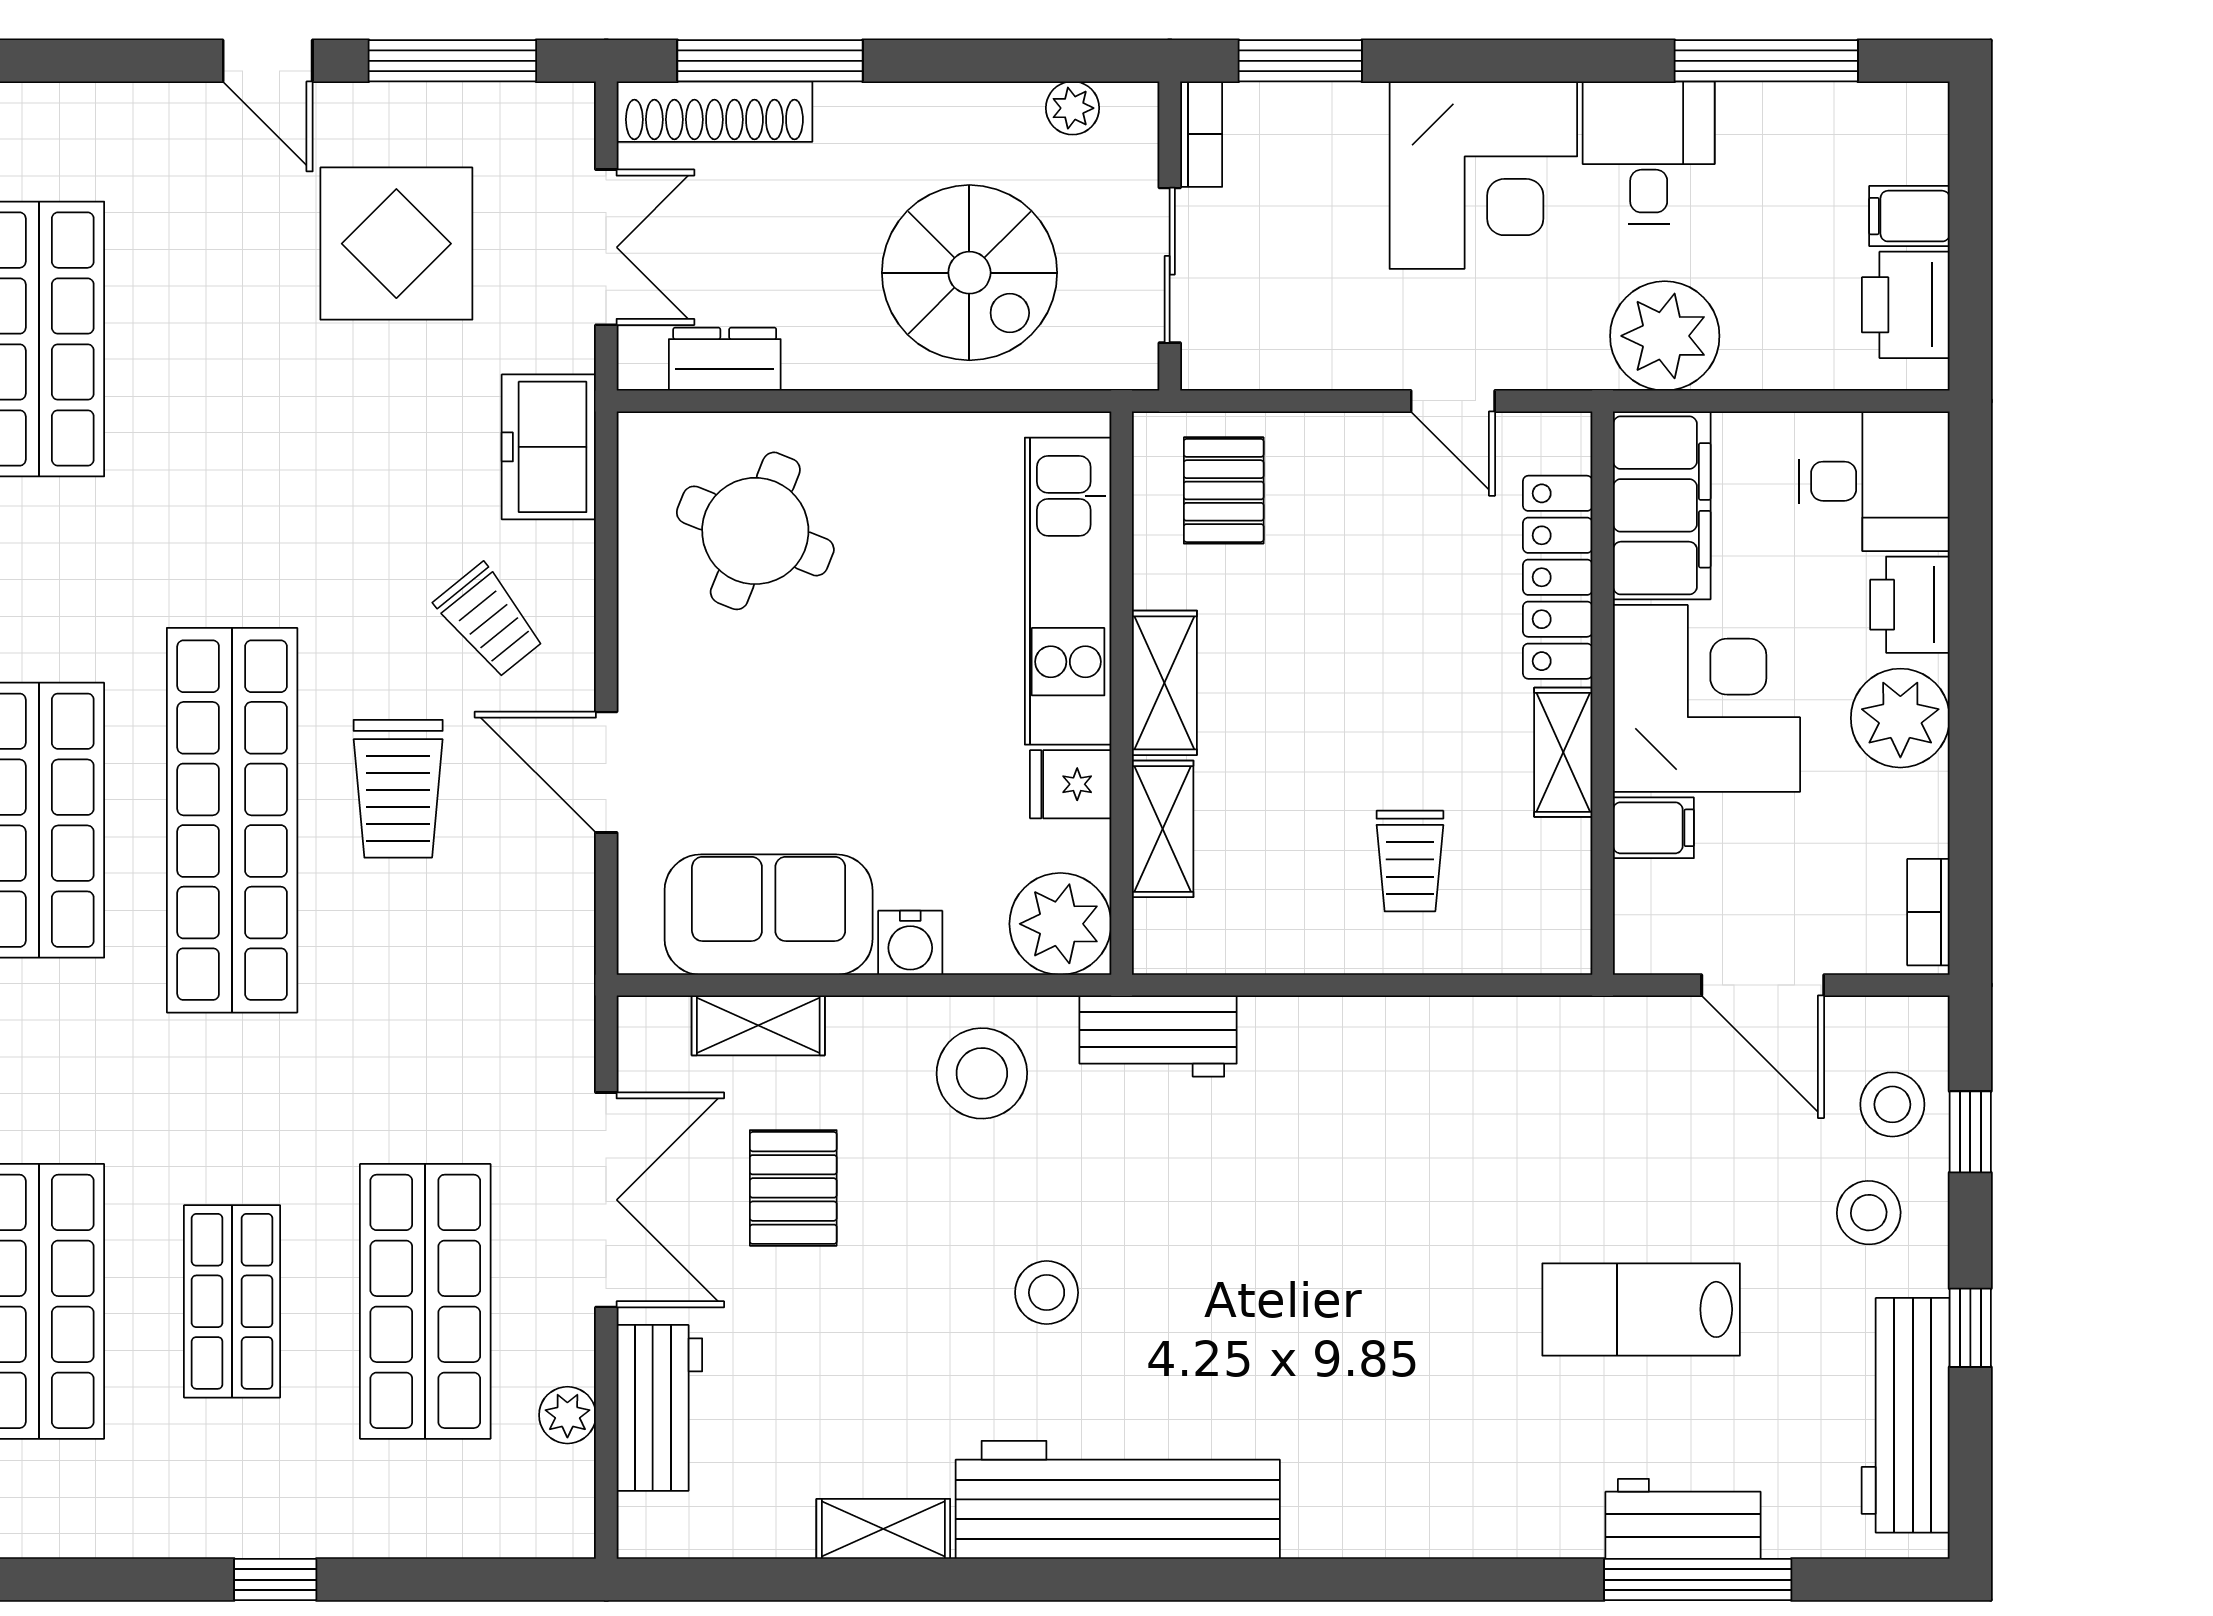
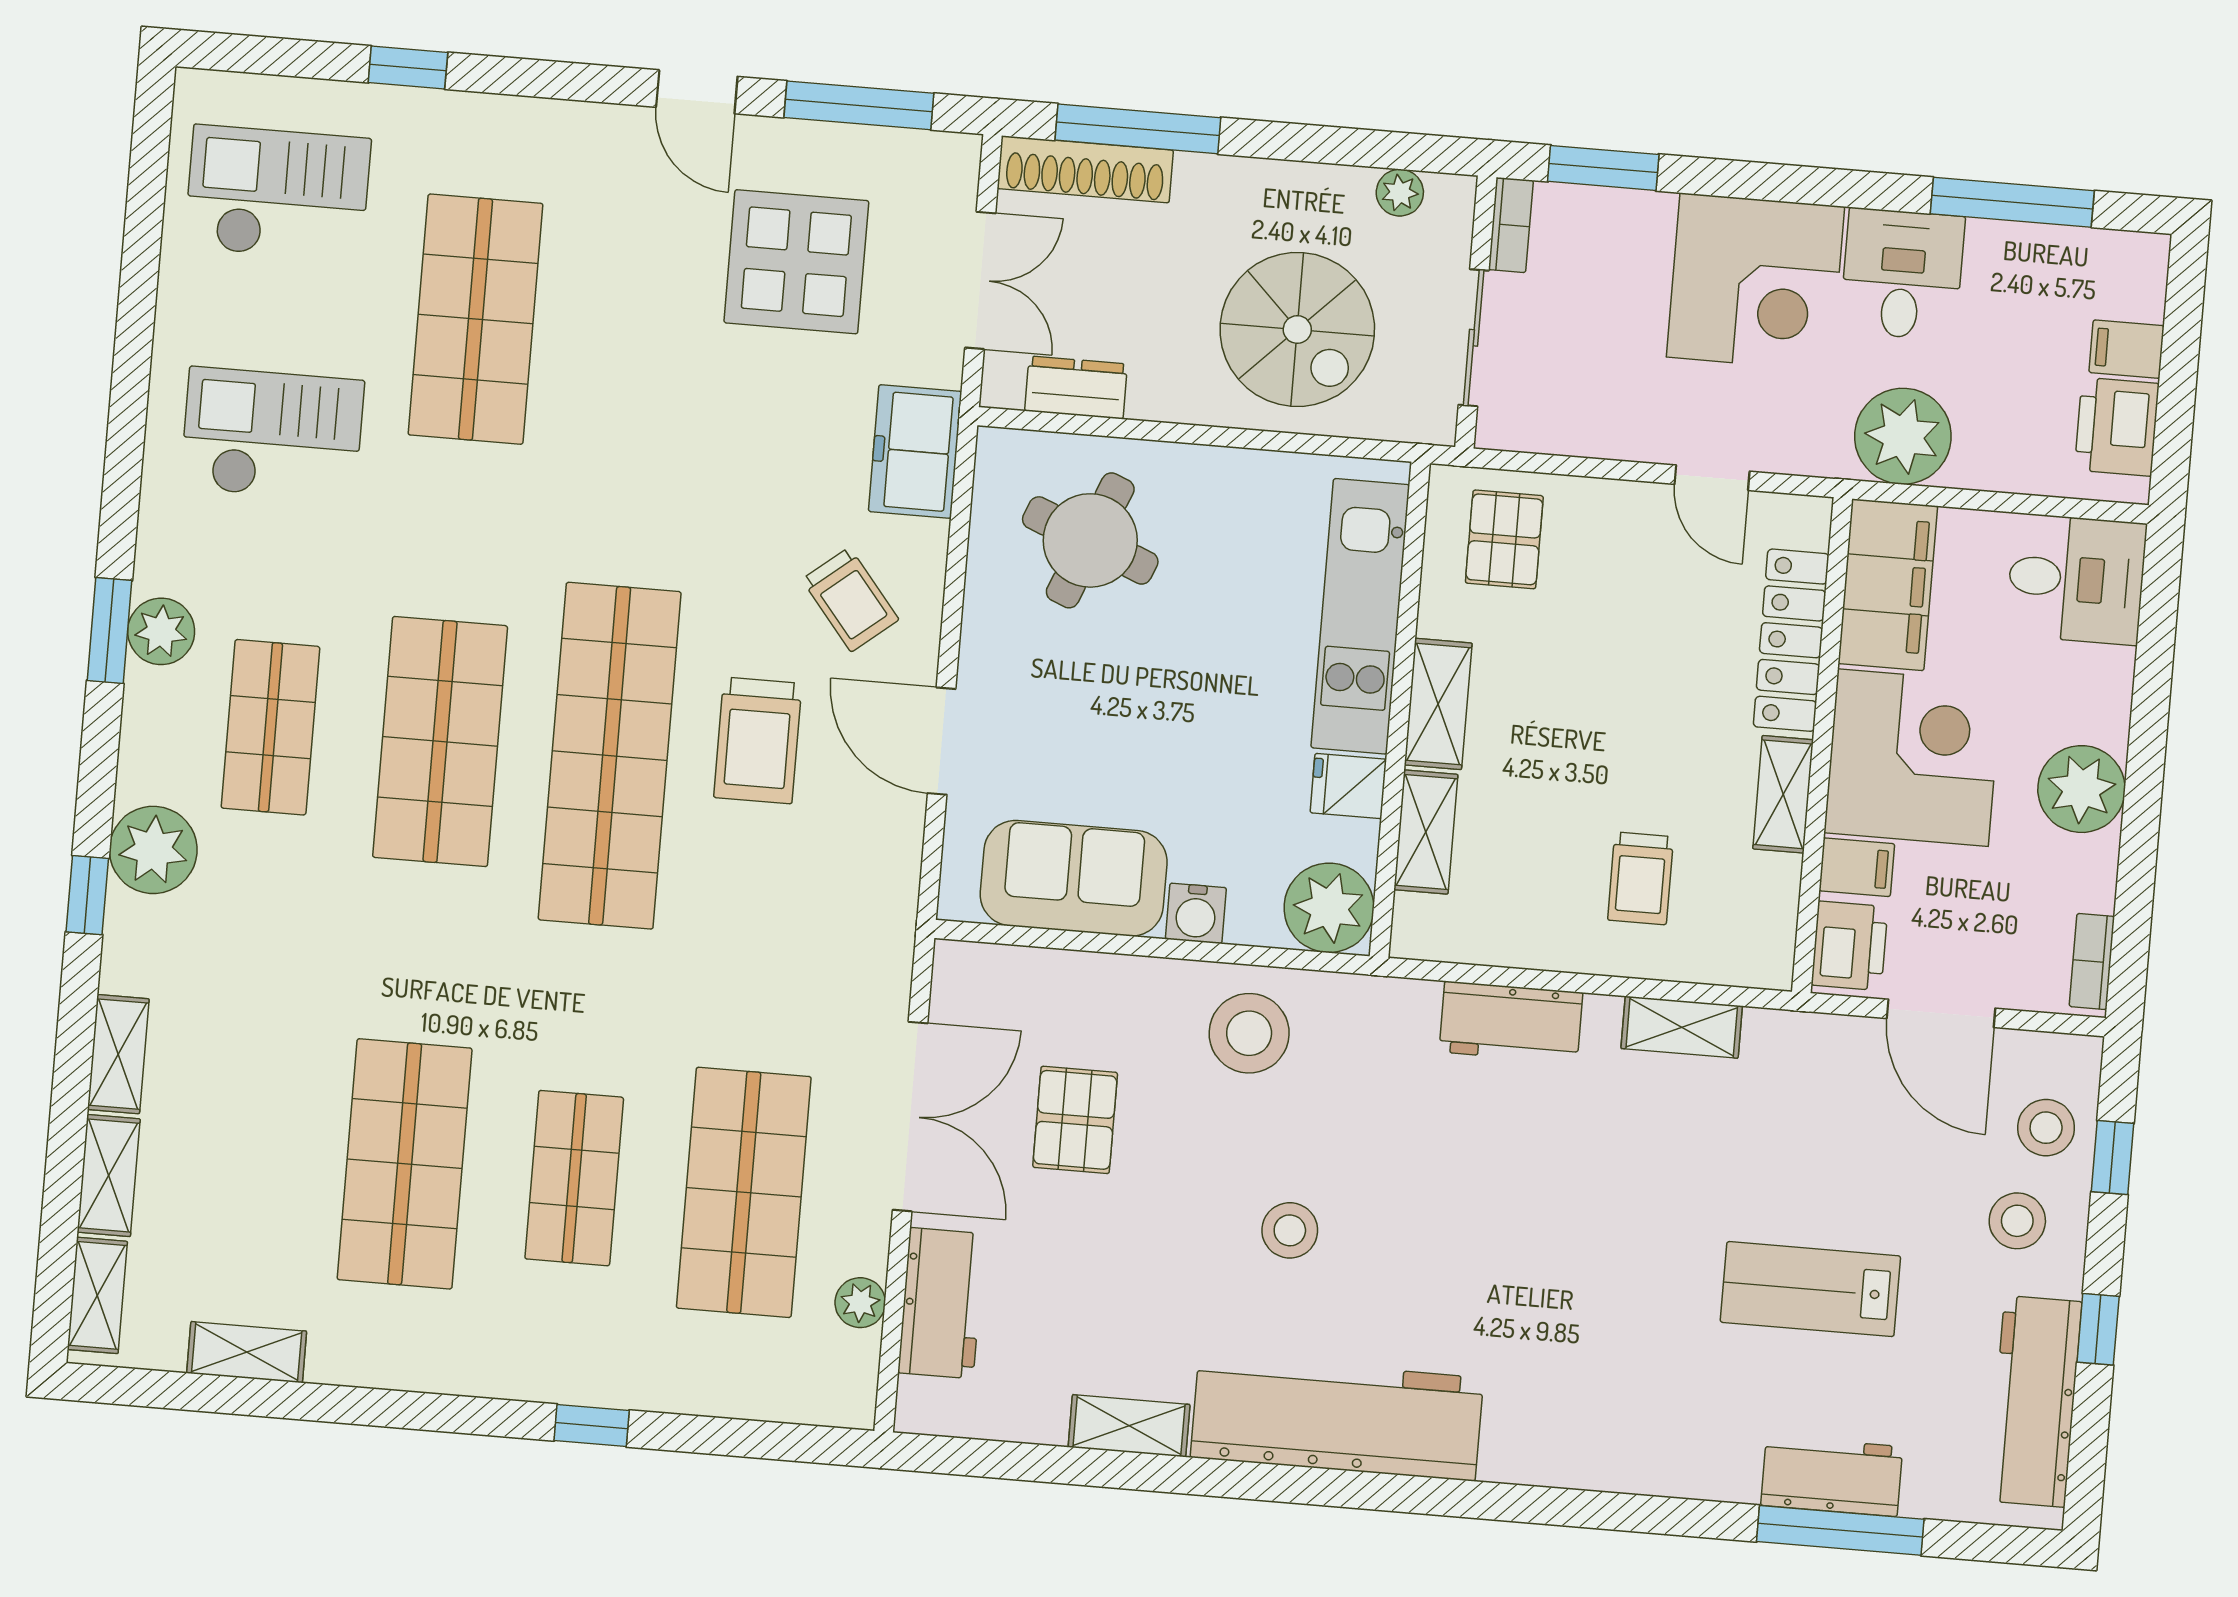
printer: (1910, 605) -> (1850, 946), moved, turned 180
shelving: (758, 1025) -> (1682, 1027), moved
workbench: (1158, 1036) -> (1511, 1022), moved

